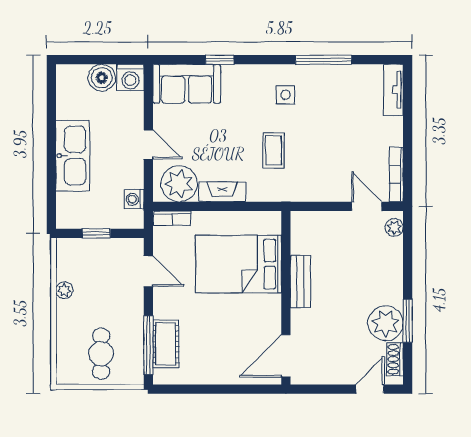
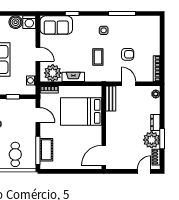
tv unit: (393, 90) -> (155, 28), removed
armchair: (336, 145) -> (128, 54), added
door: (367, 206) -> (129, 84), moved
bench: (300, 282) -> (111, 98), moved
dresser: (394, 287) -> (155, 122), added

